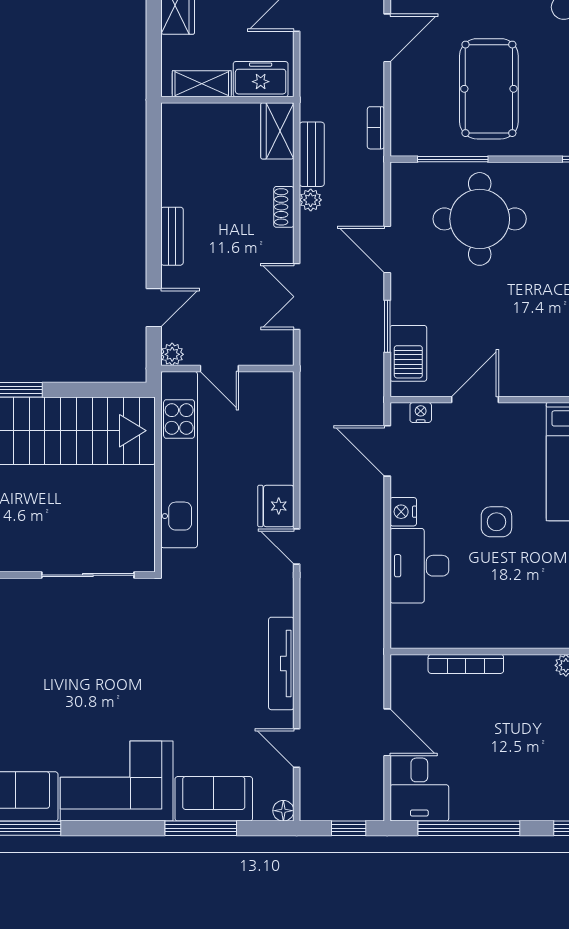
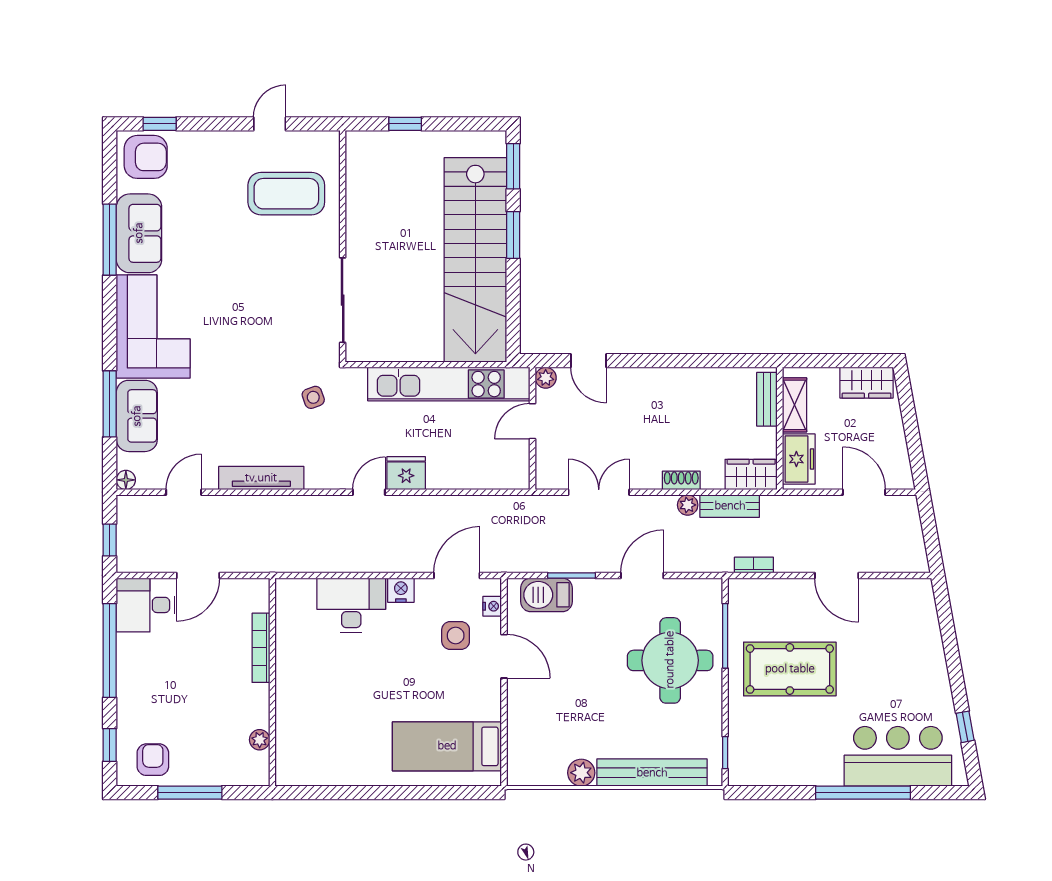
bench: (172, 236) -> (767, 399), moved, turned 90
side table: (496, 522) -> (456, 635), moved
side table: (194, 607) -> (313, 397), added

